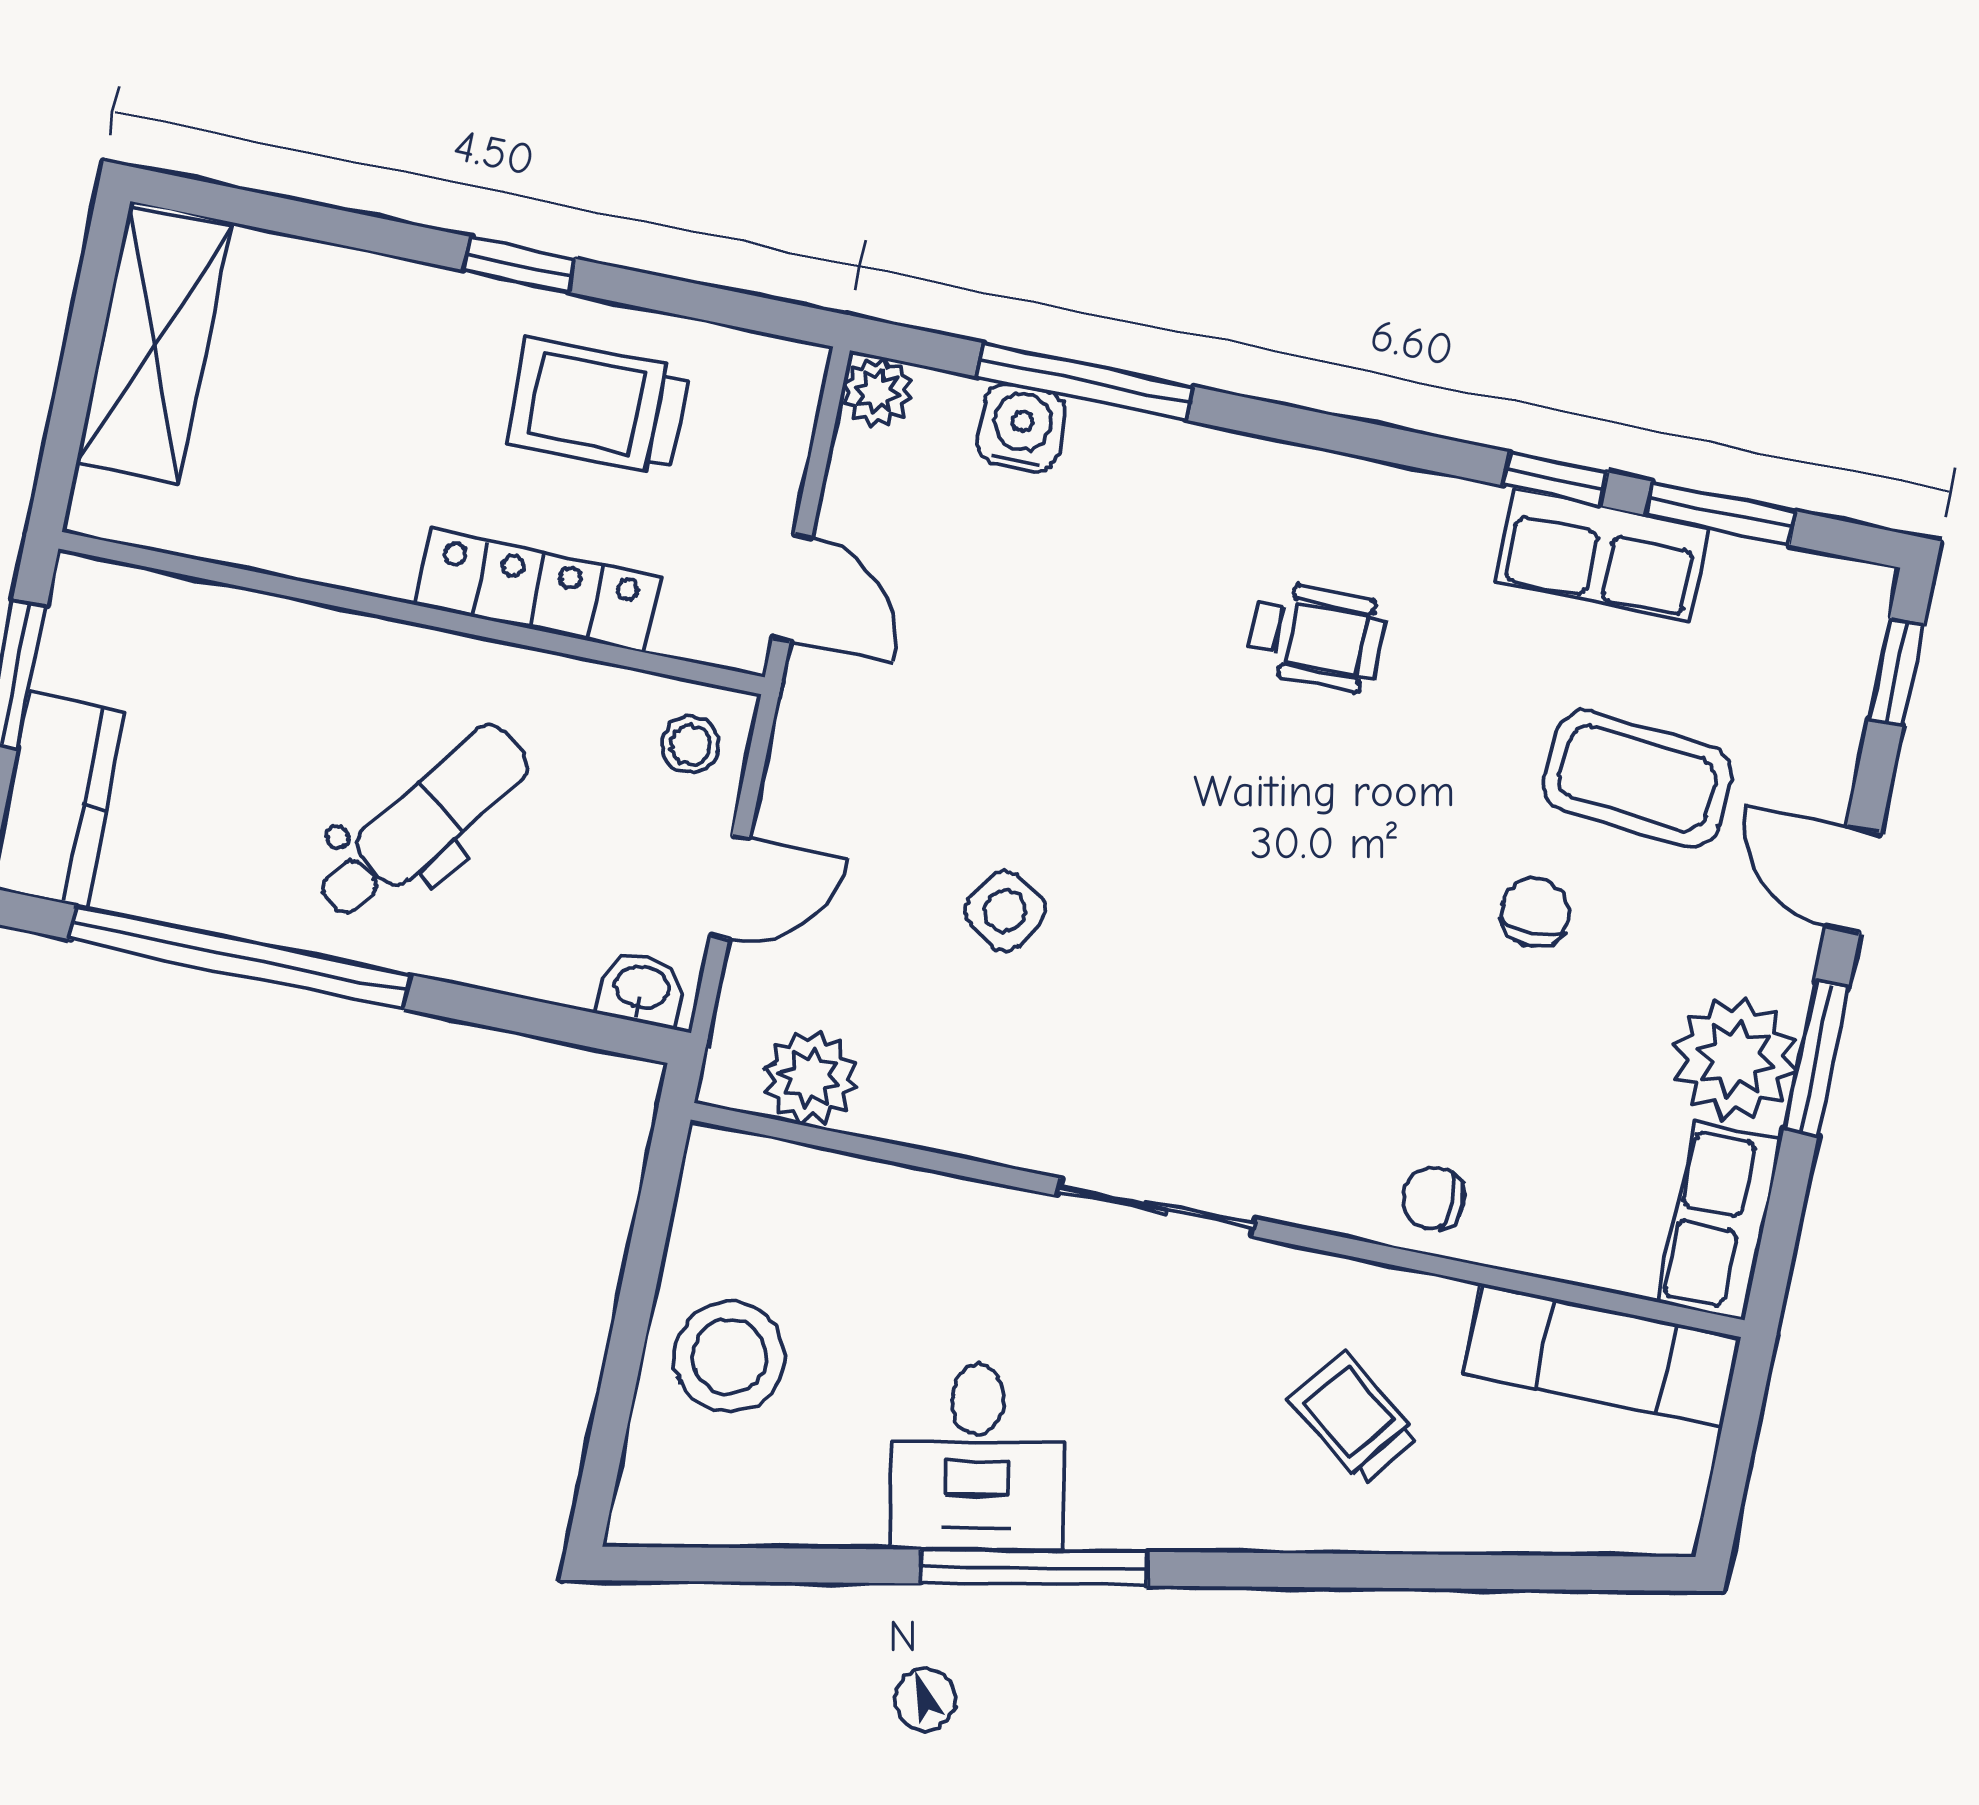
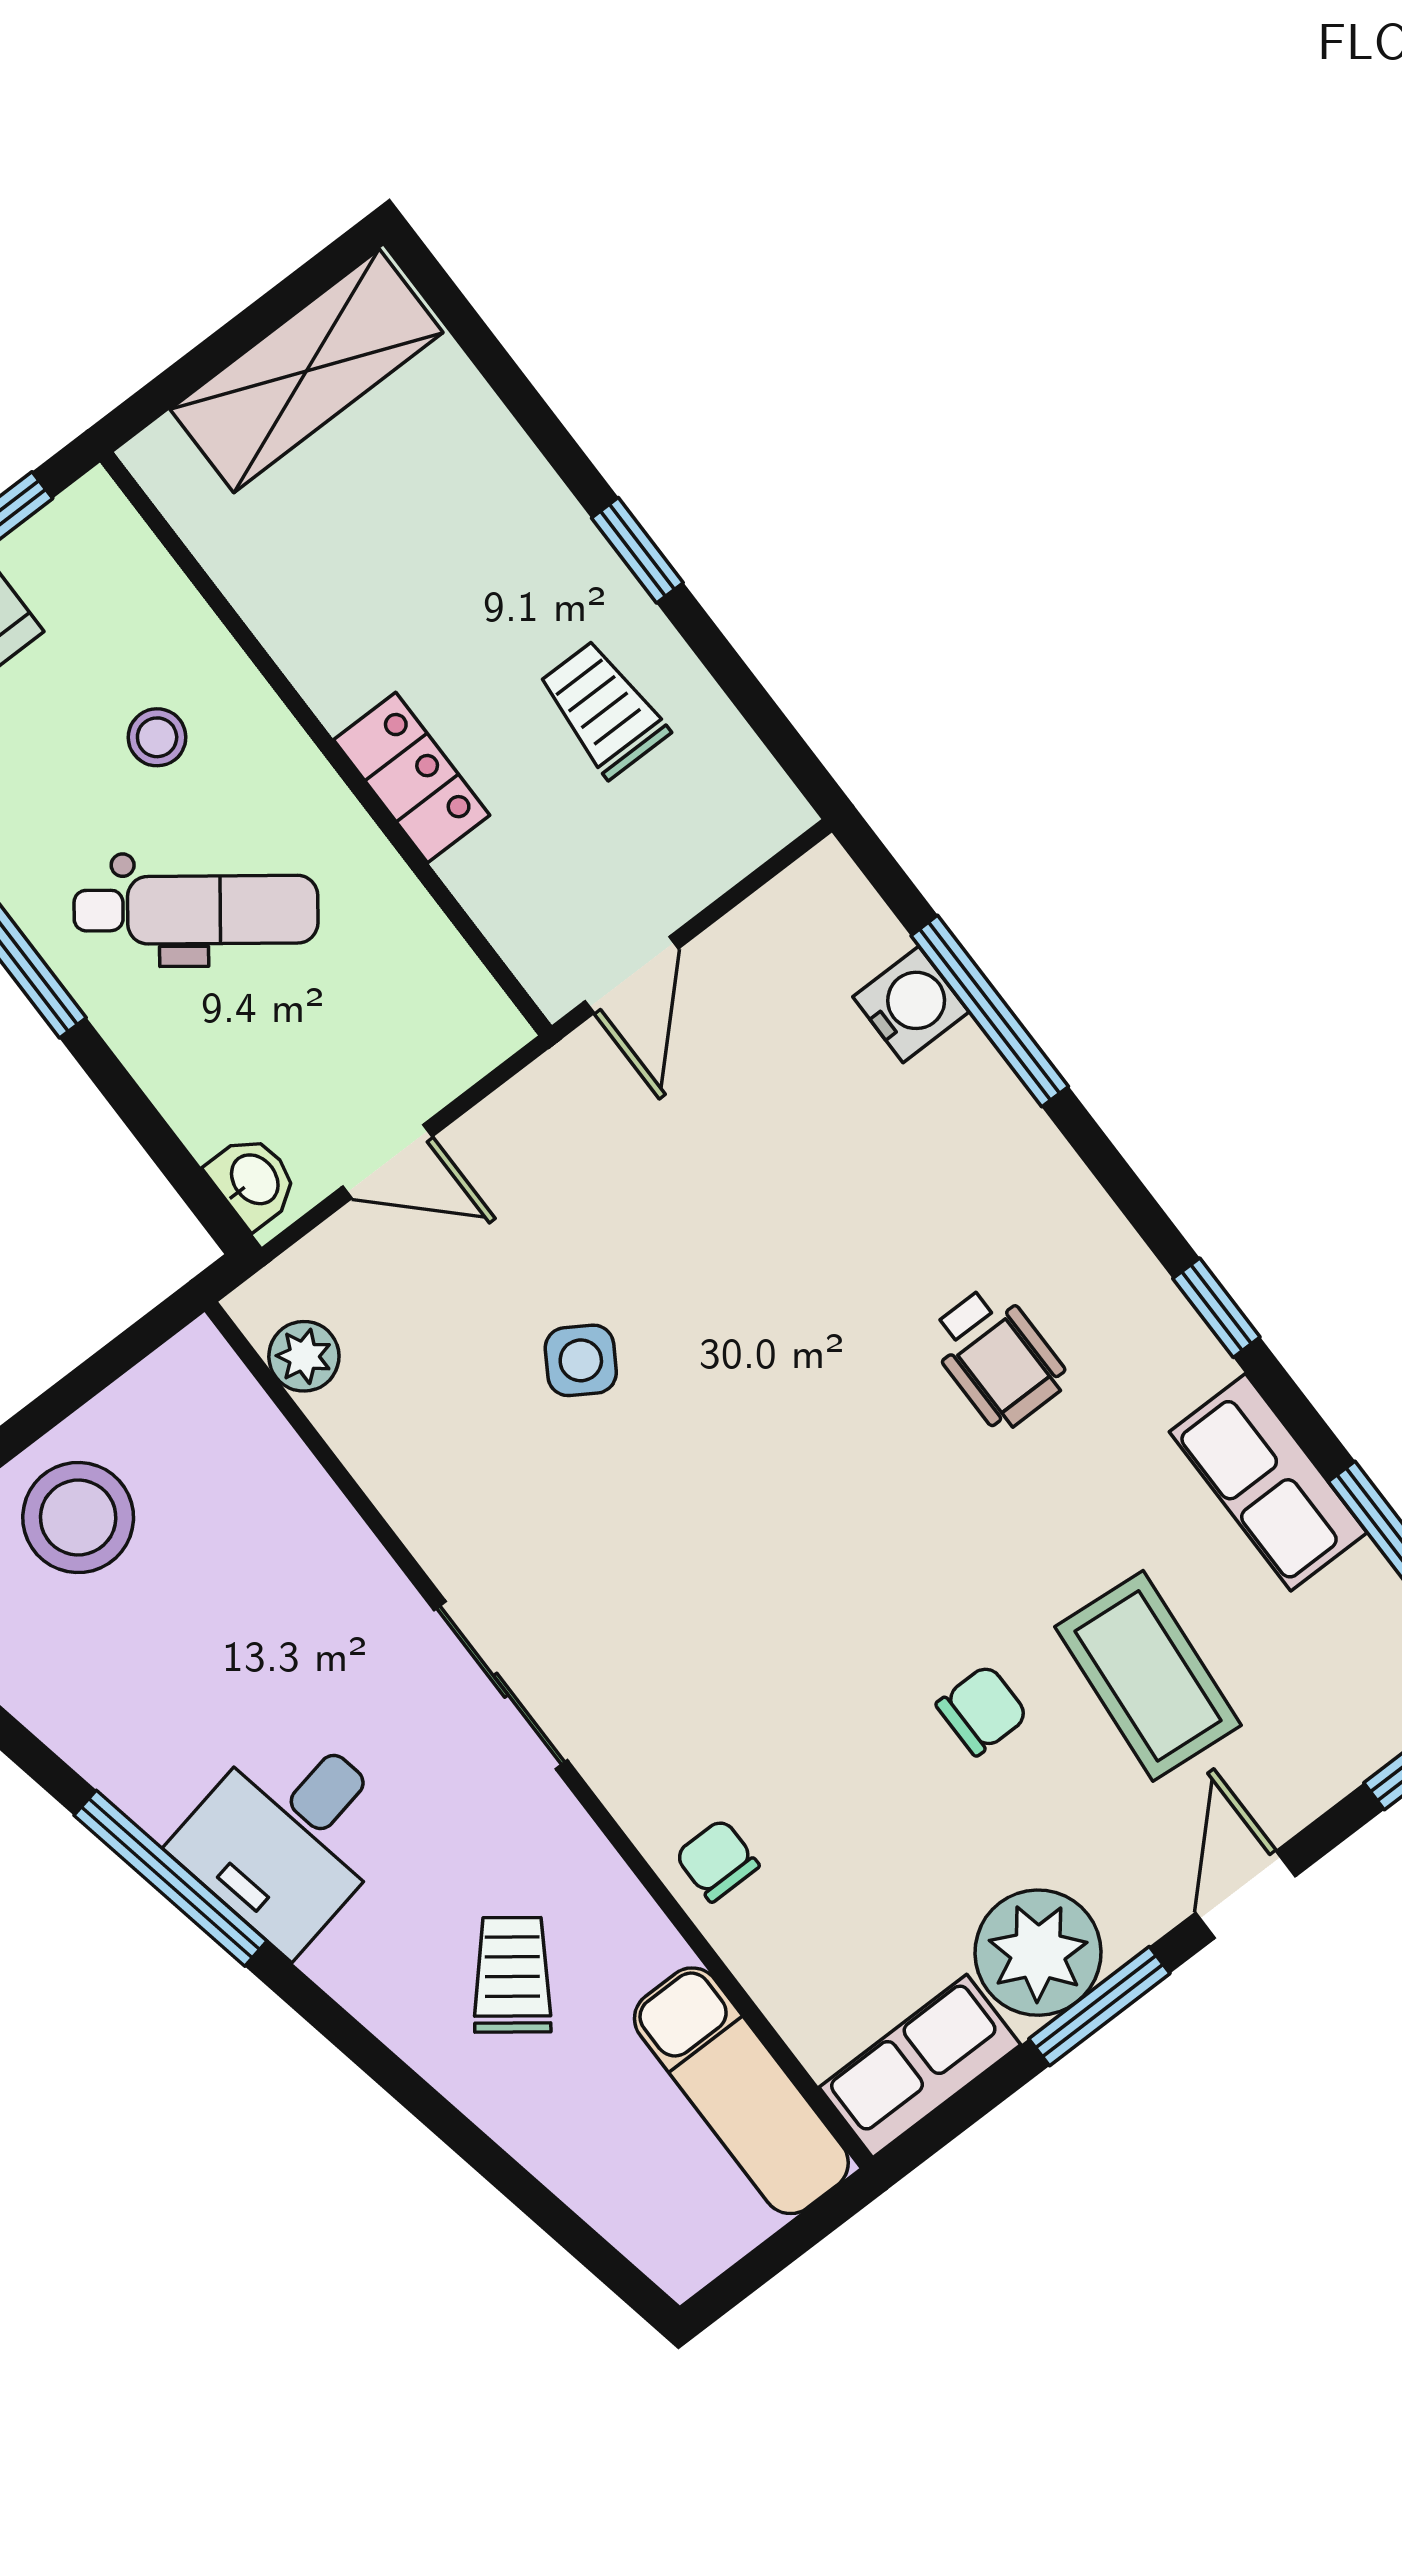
plant: (877, 392) -> (825, 882), removed
trolley: (597, 406) -> (603, 709), width x0.73, depth x0.72
window: (1555, 479) -> (1216, 1308), moved
locker: (538, 591) -> (412, 777), width x0.66
stool: (691, 745) -> (157, 737), moved
plant: (810, 1078) -> (304, 1356), width x0.73, depth x0.73
desk: (977, 1457) -> (289, 1835), moved

